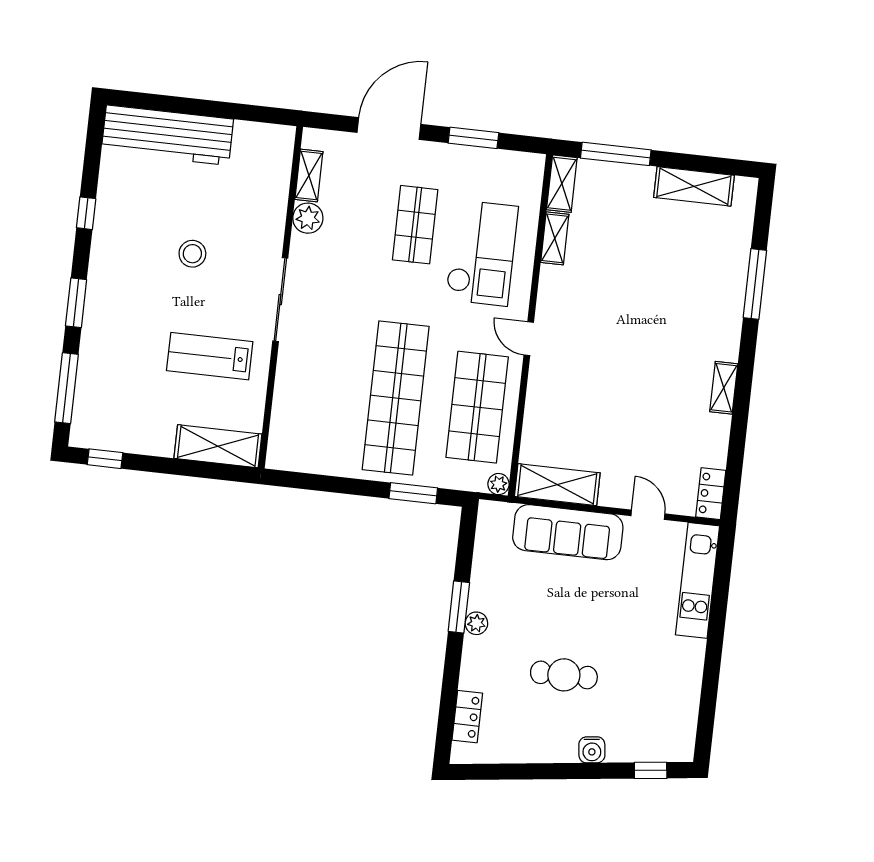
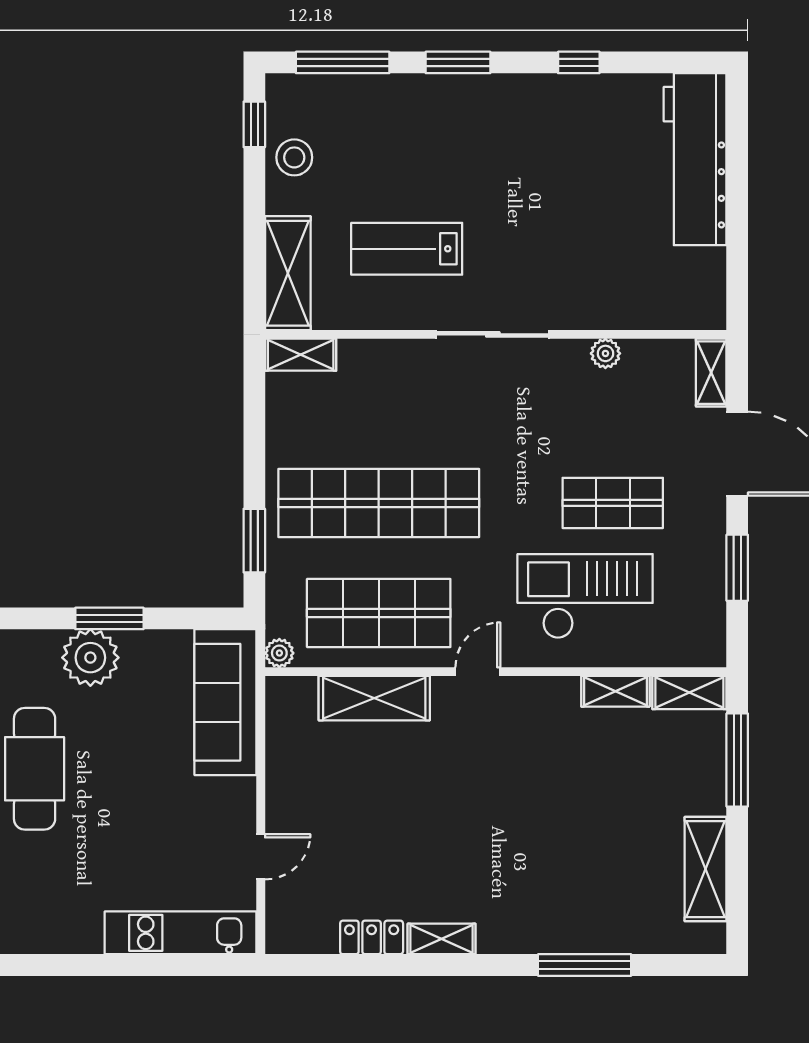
shelving: (309, 175) -> (711, 373), moved, turned 90
plant: (308, 218) -> (605, 353), width x0.73, depth x0.73
checkout: (482, 253) -> (585, 596), turned 180
stool: (192, 254) -> (294, 157), moved
lab bench: (210, 356) -> (407, 249), turned -90
shelving: (279, 443) -> (301, 355), added
shelving: (557, 485) -> (374, 698), moved, turned 90
locker: (711, 494) -> (372, 937), moved
sofa: (568, 532) -> (225, 702), moved
plant: (476, 623) -> (90, 658), width x1.87, depth x1.87
cafe table: (564, 675) -> (35, 769), width x1.37, depth x1.35

